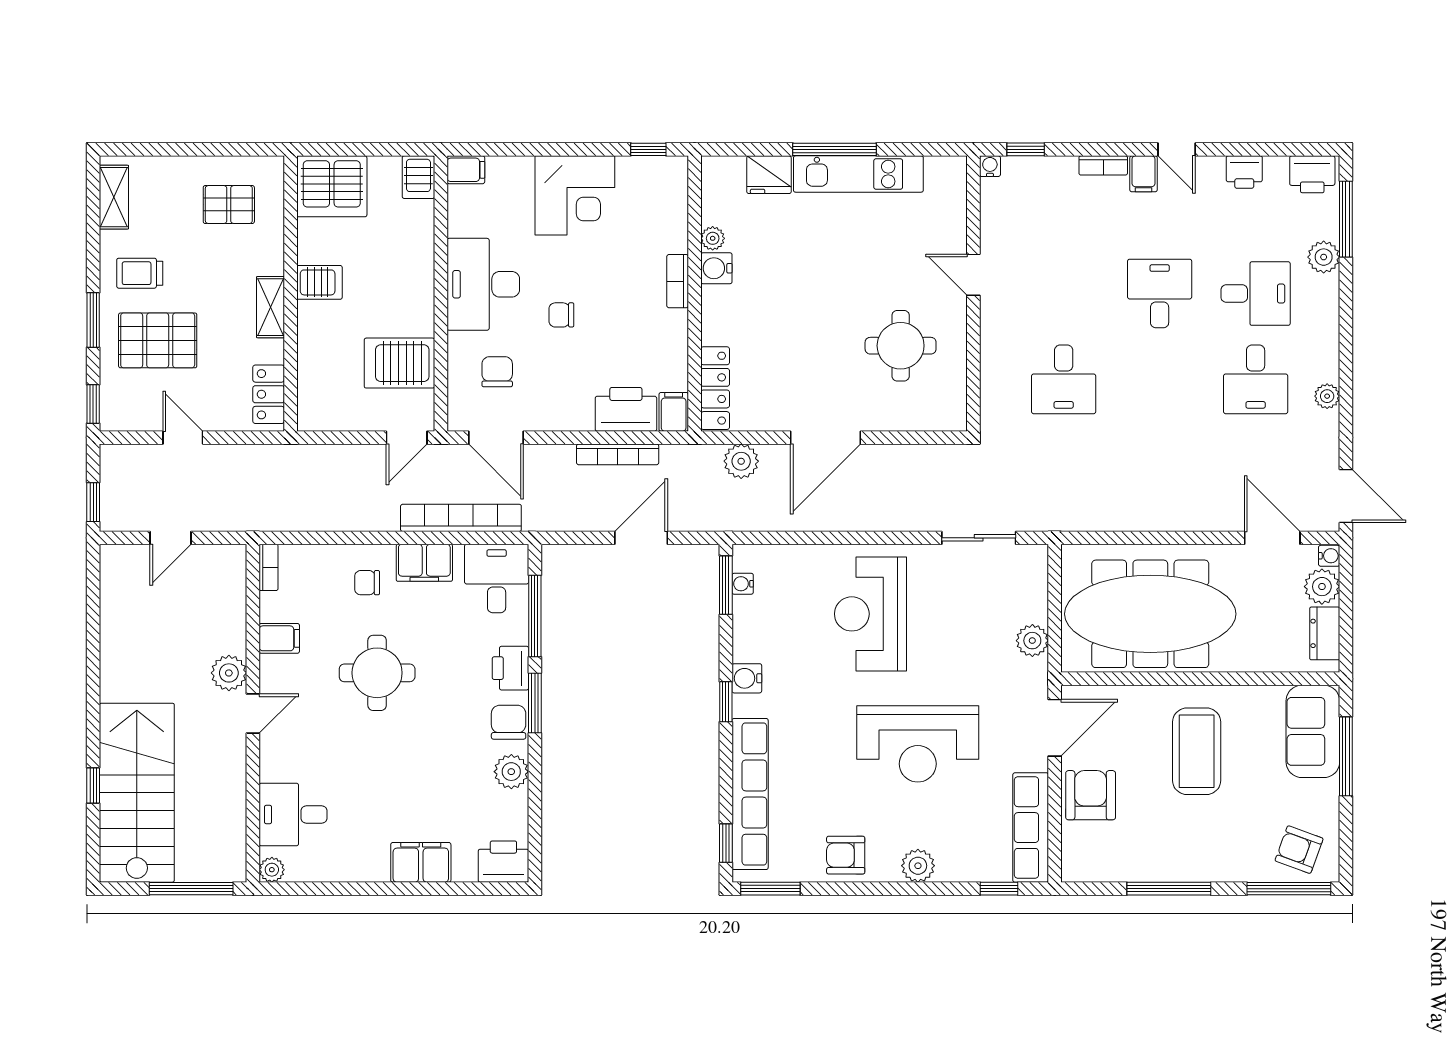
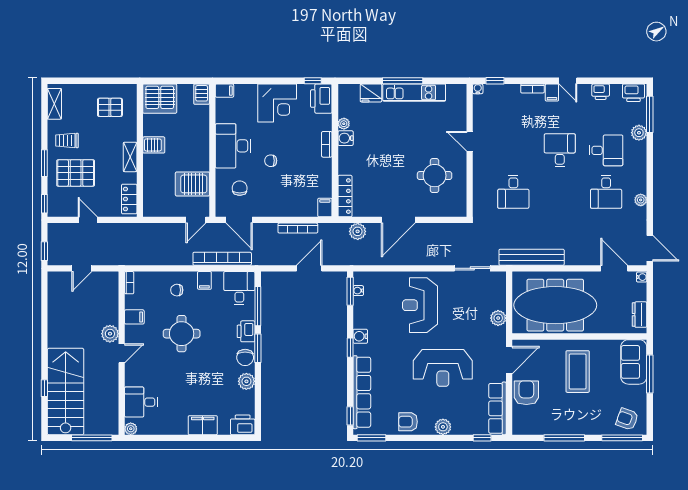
printer: (626, 409) -> (321, 99), moved, turned -90
bench: (1101, 515) -> (532, 257), added
filing cabinet: (424, 563) -> (204, 280), width x0.50
plant: (1322, 587) -> (638, 292), removed
chair: (509, 722) -> (245, 357), turned 180

